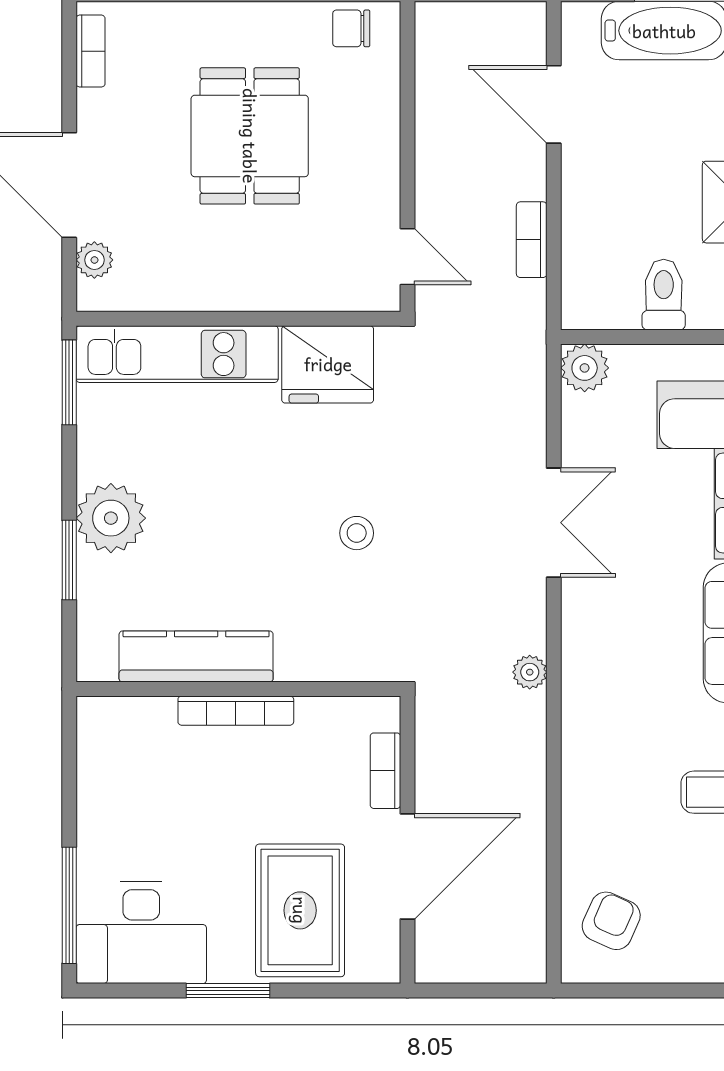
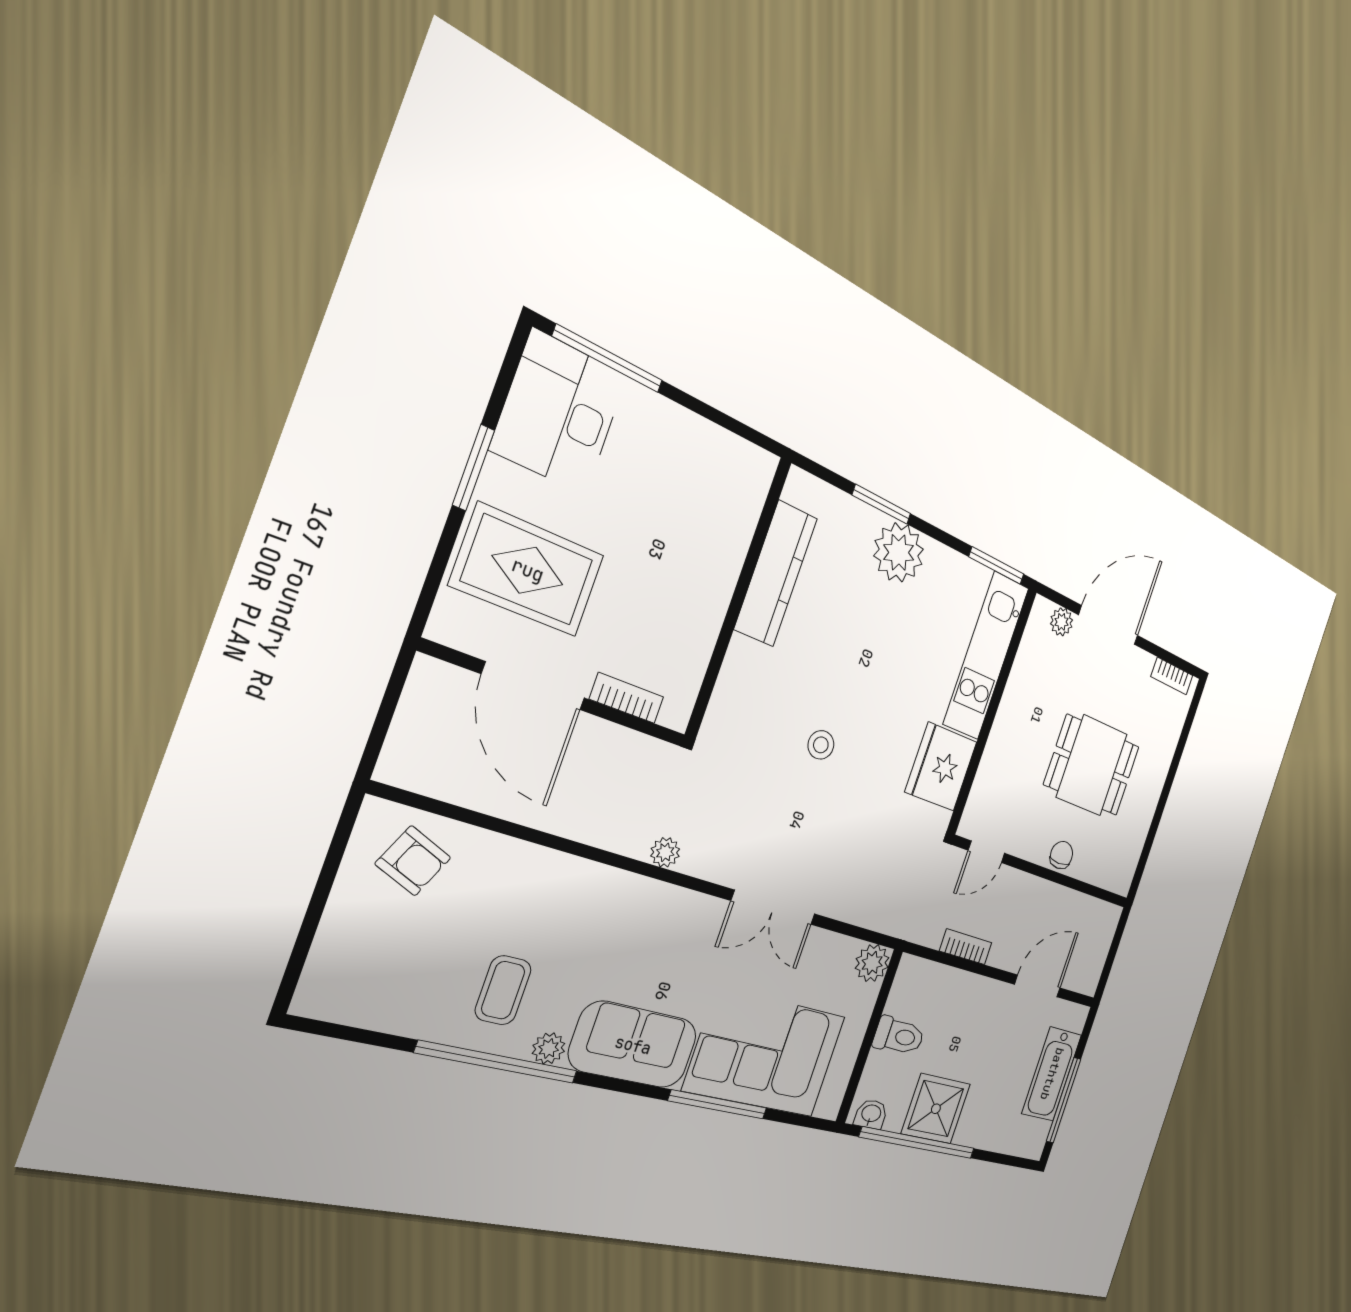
chair: (351, 28) -> (1061, 855), moved
bookcase: (236, 711) -> (722, 588), removed

